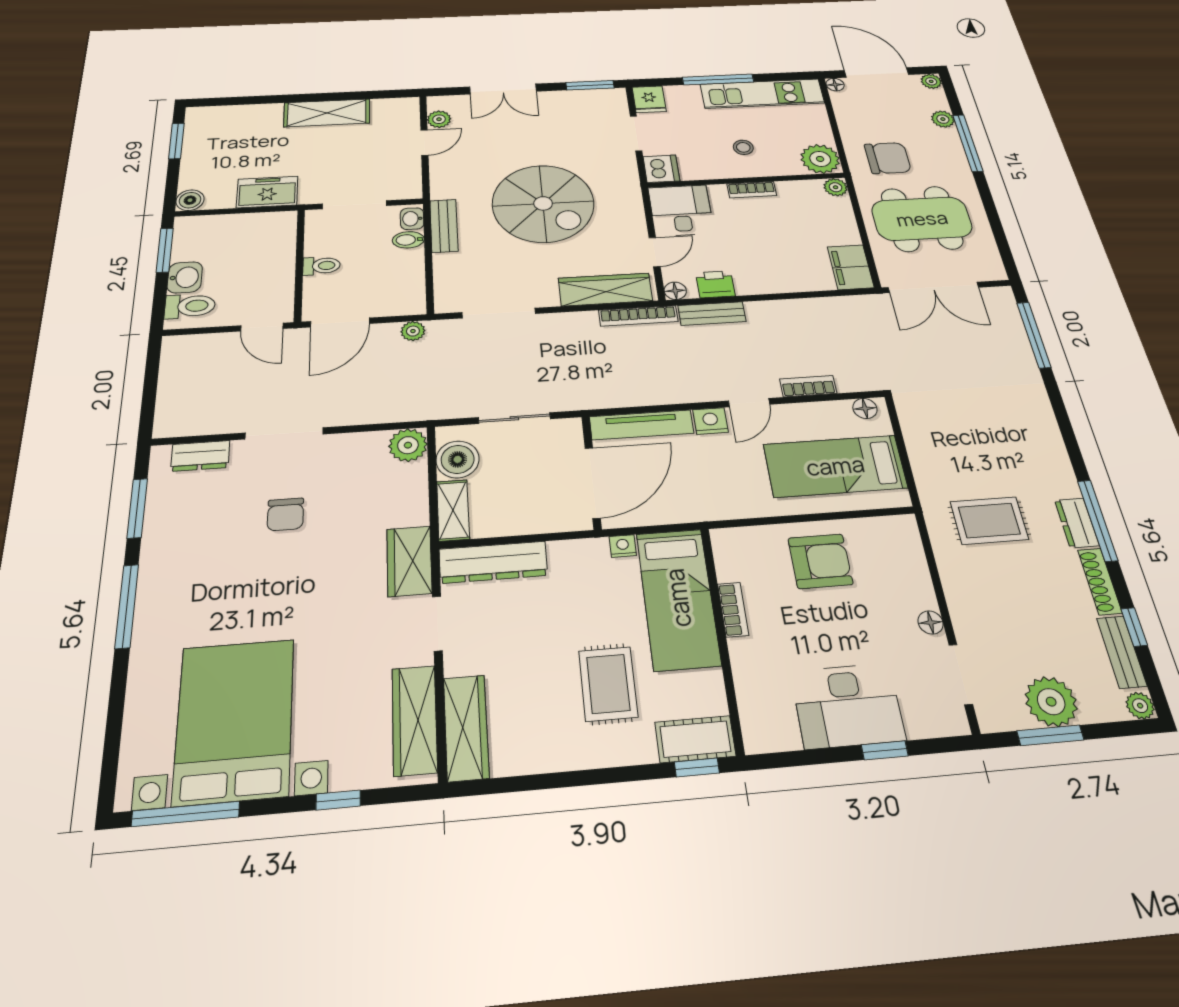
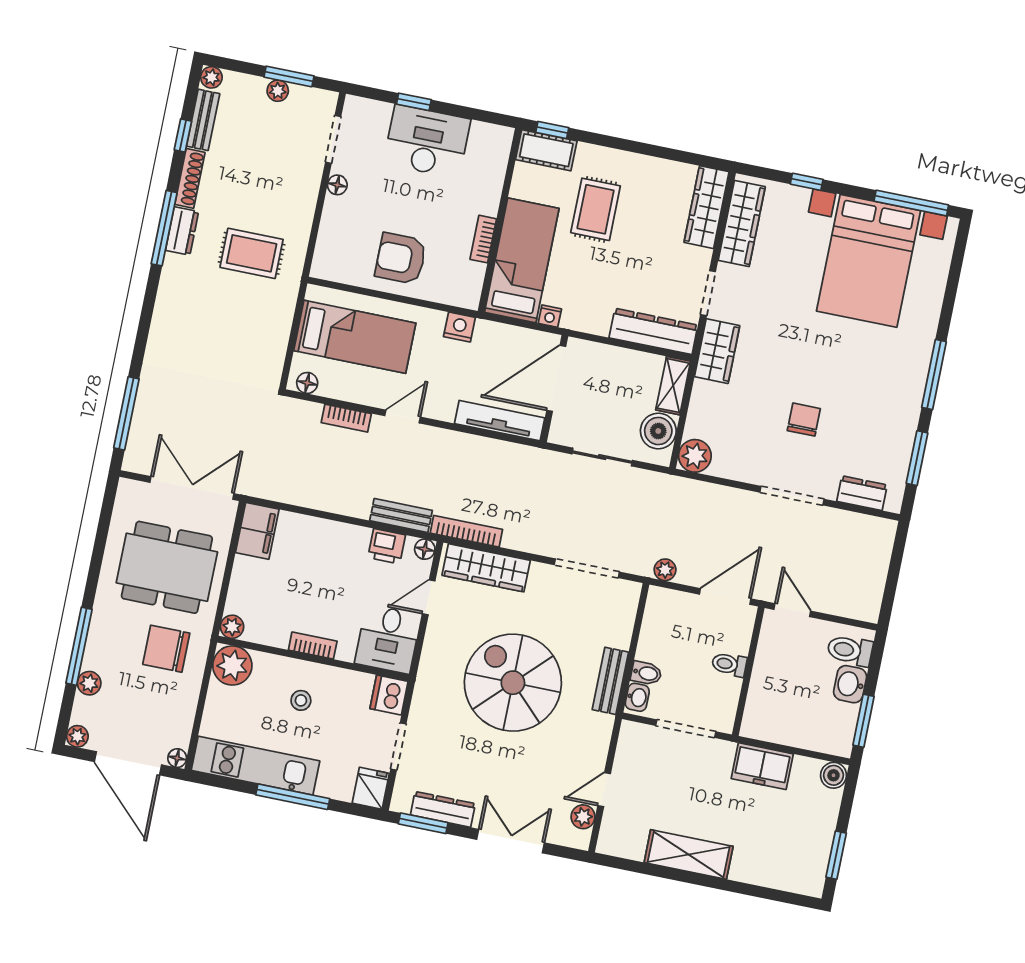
dresser: (575, 98) -> (443, 809), added
nightstand: (710, 421) -> (459, 327), moved, turned 180
plant: (1051, 702) -> (278, 91), width x0.53, depth x0.53

